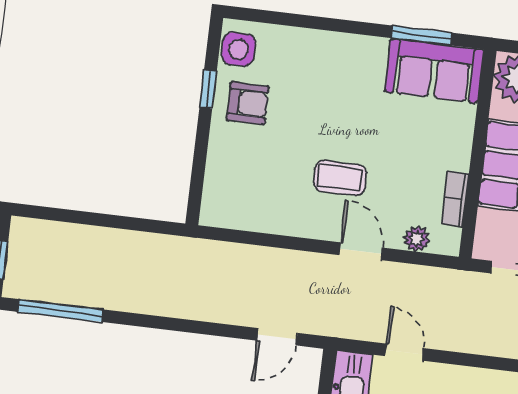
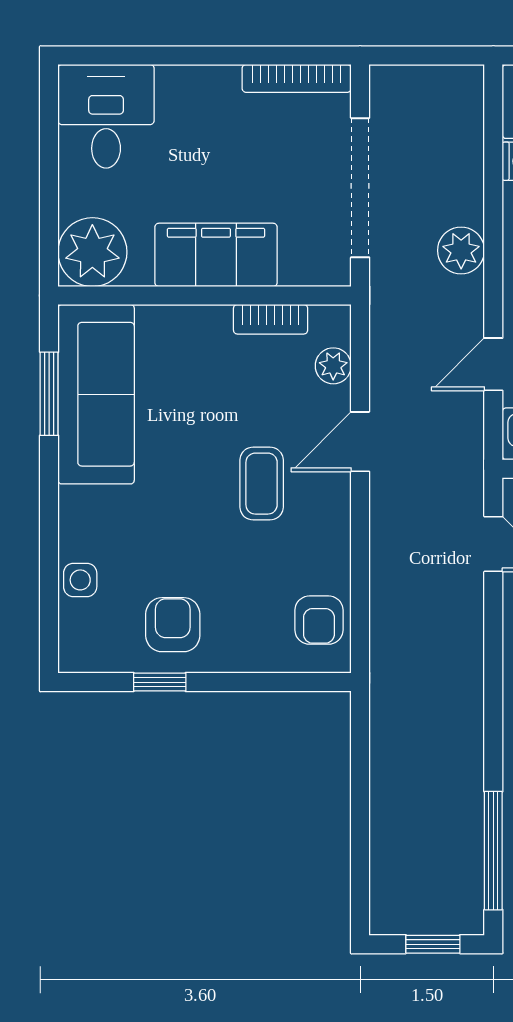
side table: (238, 49) -> (80, 580), moved, width x0.73, depth x0.73
sofa: (434, 71) -> (96, 394), width x1.36
armchair: (238, 207) -> (319, 620), added
plant: (488, 339) -> (461, 250), added

